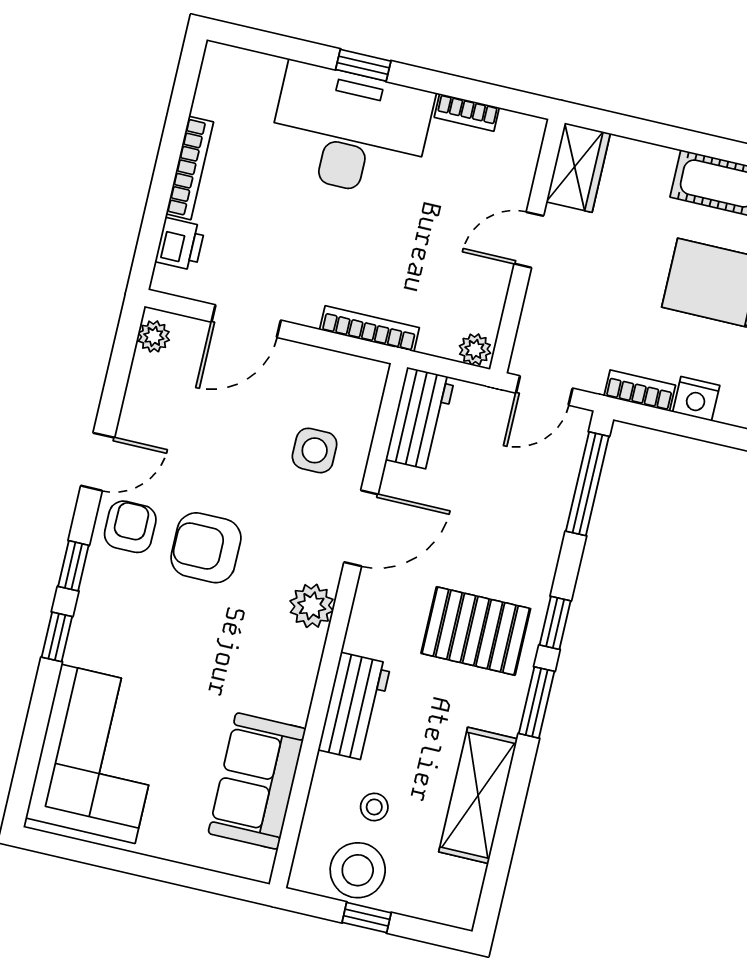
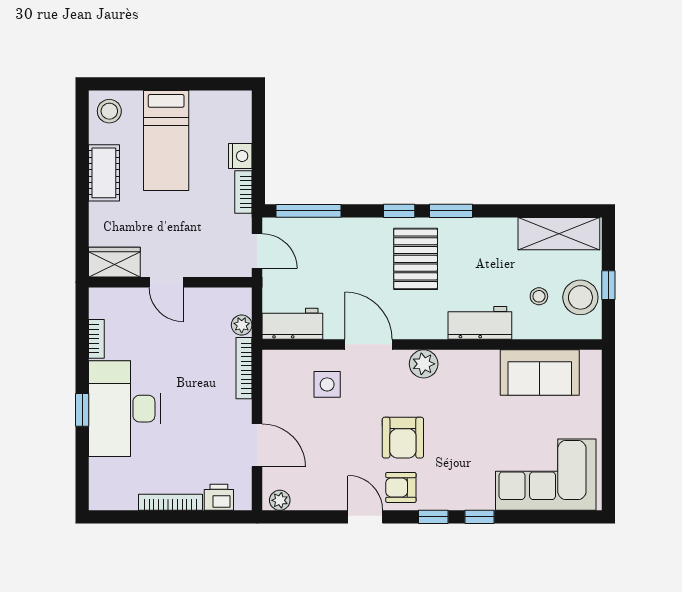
plant: (475, 349) -> (242, 325), moved
shelving: (478, 795) -> (559, 234), moved

